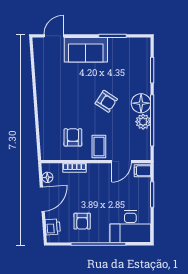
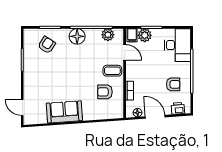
sofa: (86, 50) -> (64, 112), moved, turned -94
armchair: (106, 101) -> (47, 45), moved
plant: (143, 122) -> (108, 35), moved
plant: (142, 186) -> (145, 35), added

